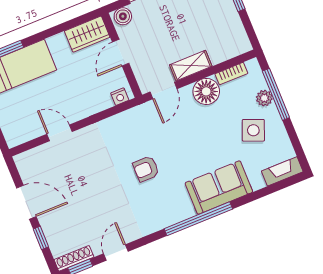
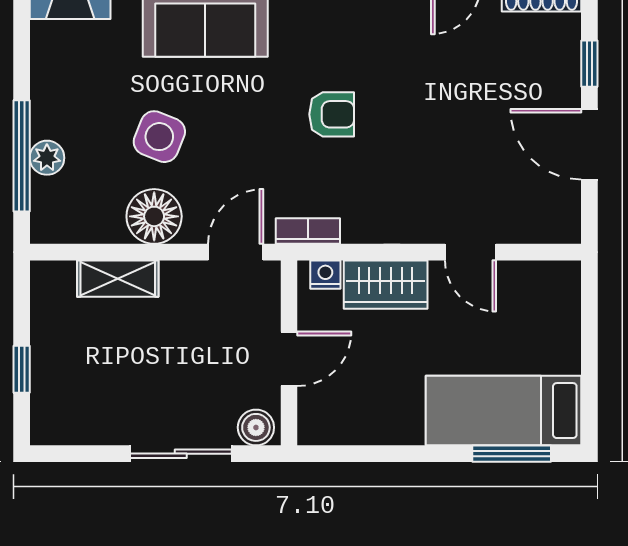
wardrobe: (87, 34) -> (386, 285), moved, turned 180
shelving: (191, 66) -> (118, 279), moved
bookcase: (231, 74) -> (308, 231), moved
side table: (253, 130) -> (159, 137), moved

